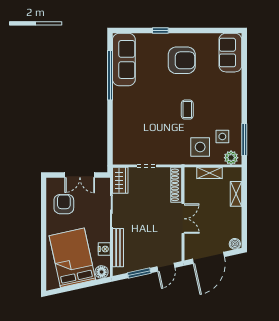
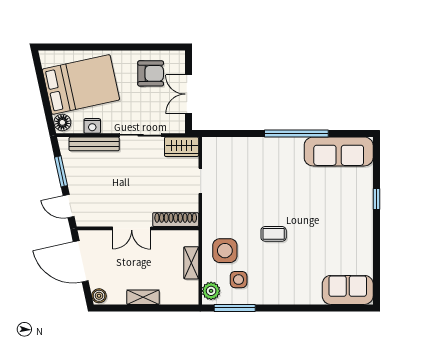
armchair: (182, 60) -> (338, 227), removed
window: (110, 75) -> (296, 133), moved
shelving: (236, 194) -> (143, 297), moved

